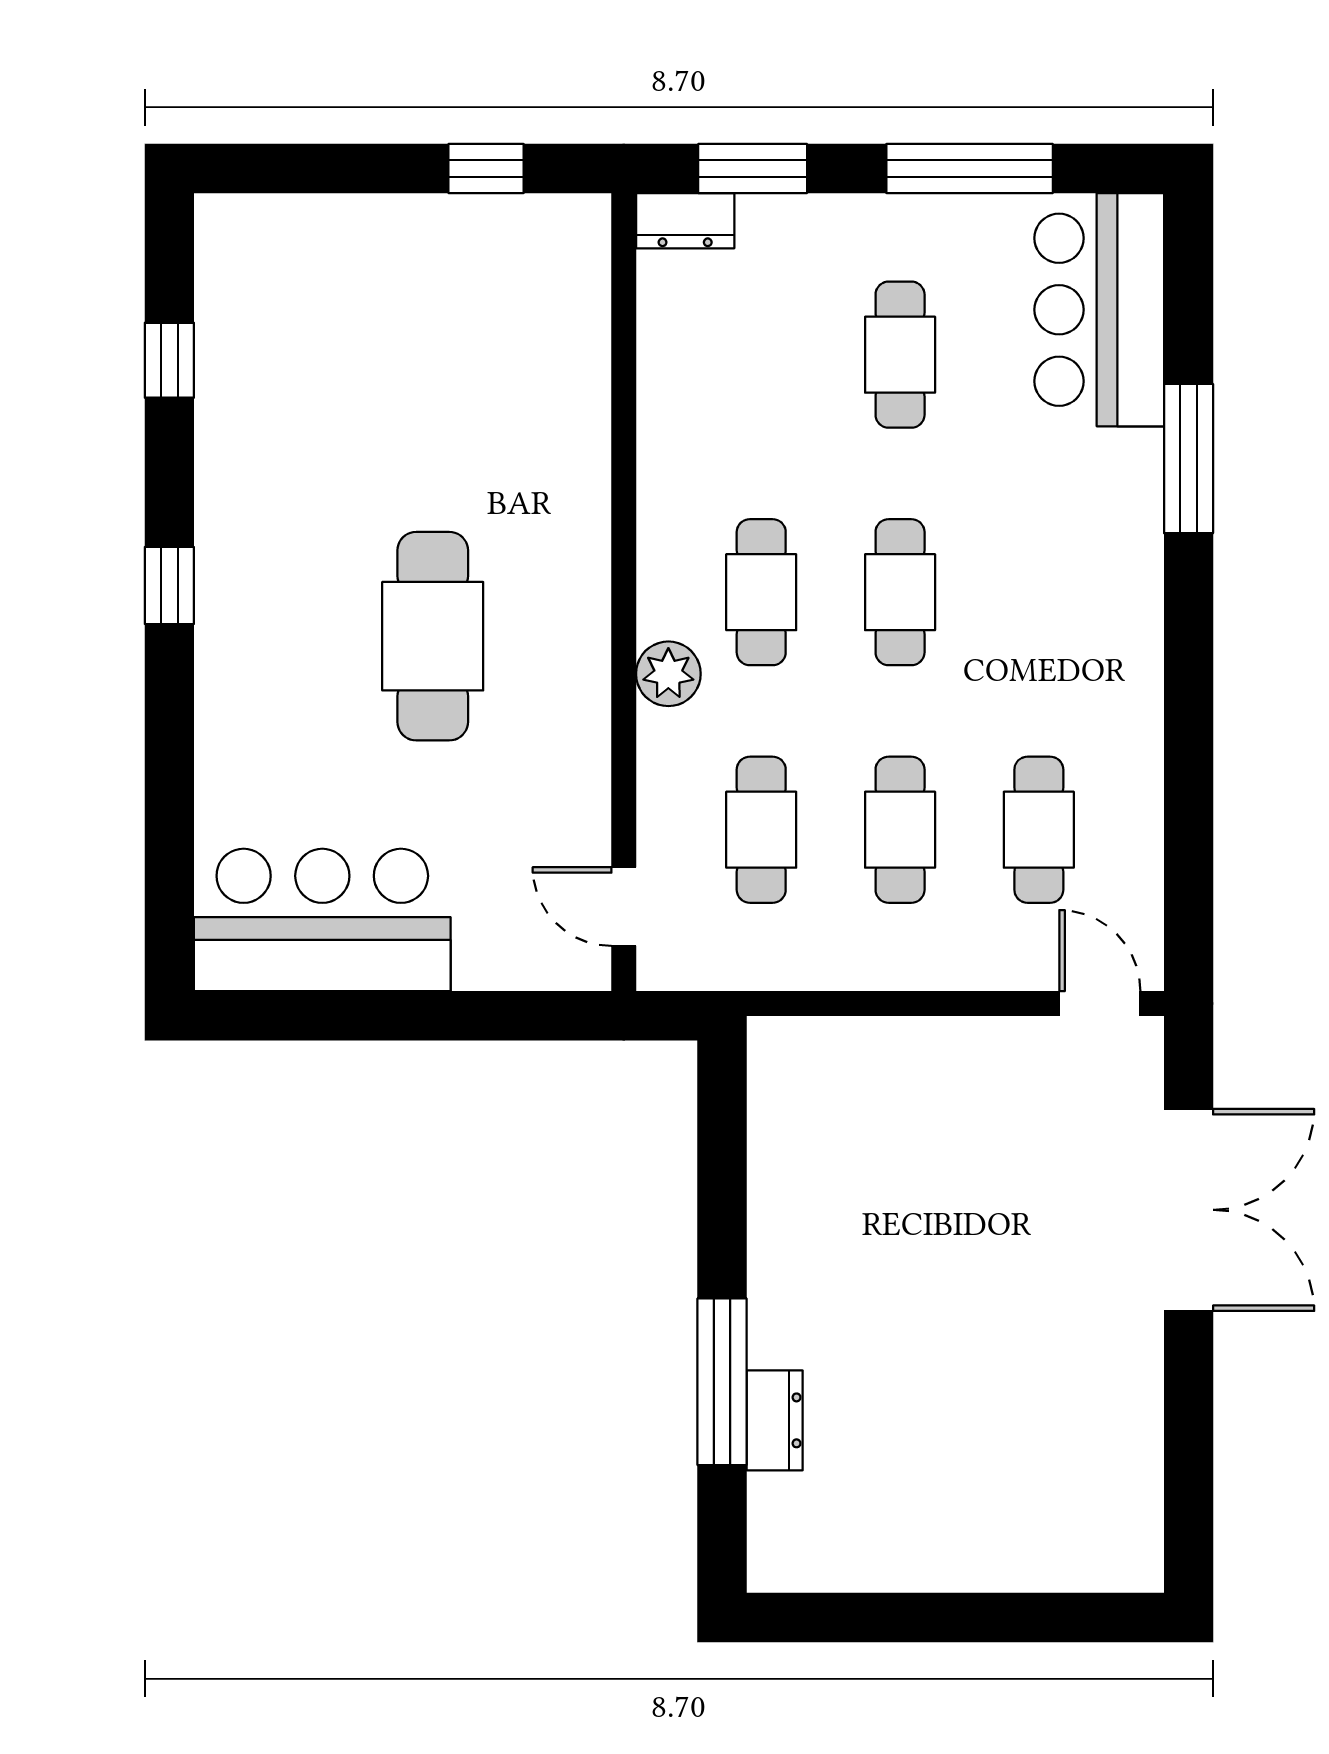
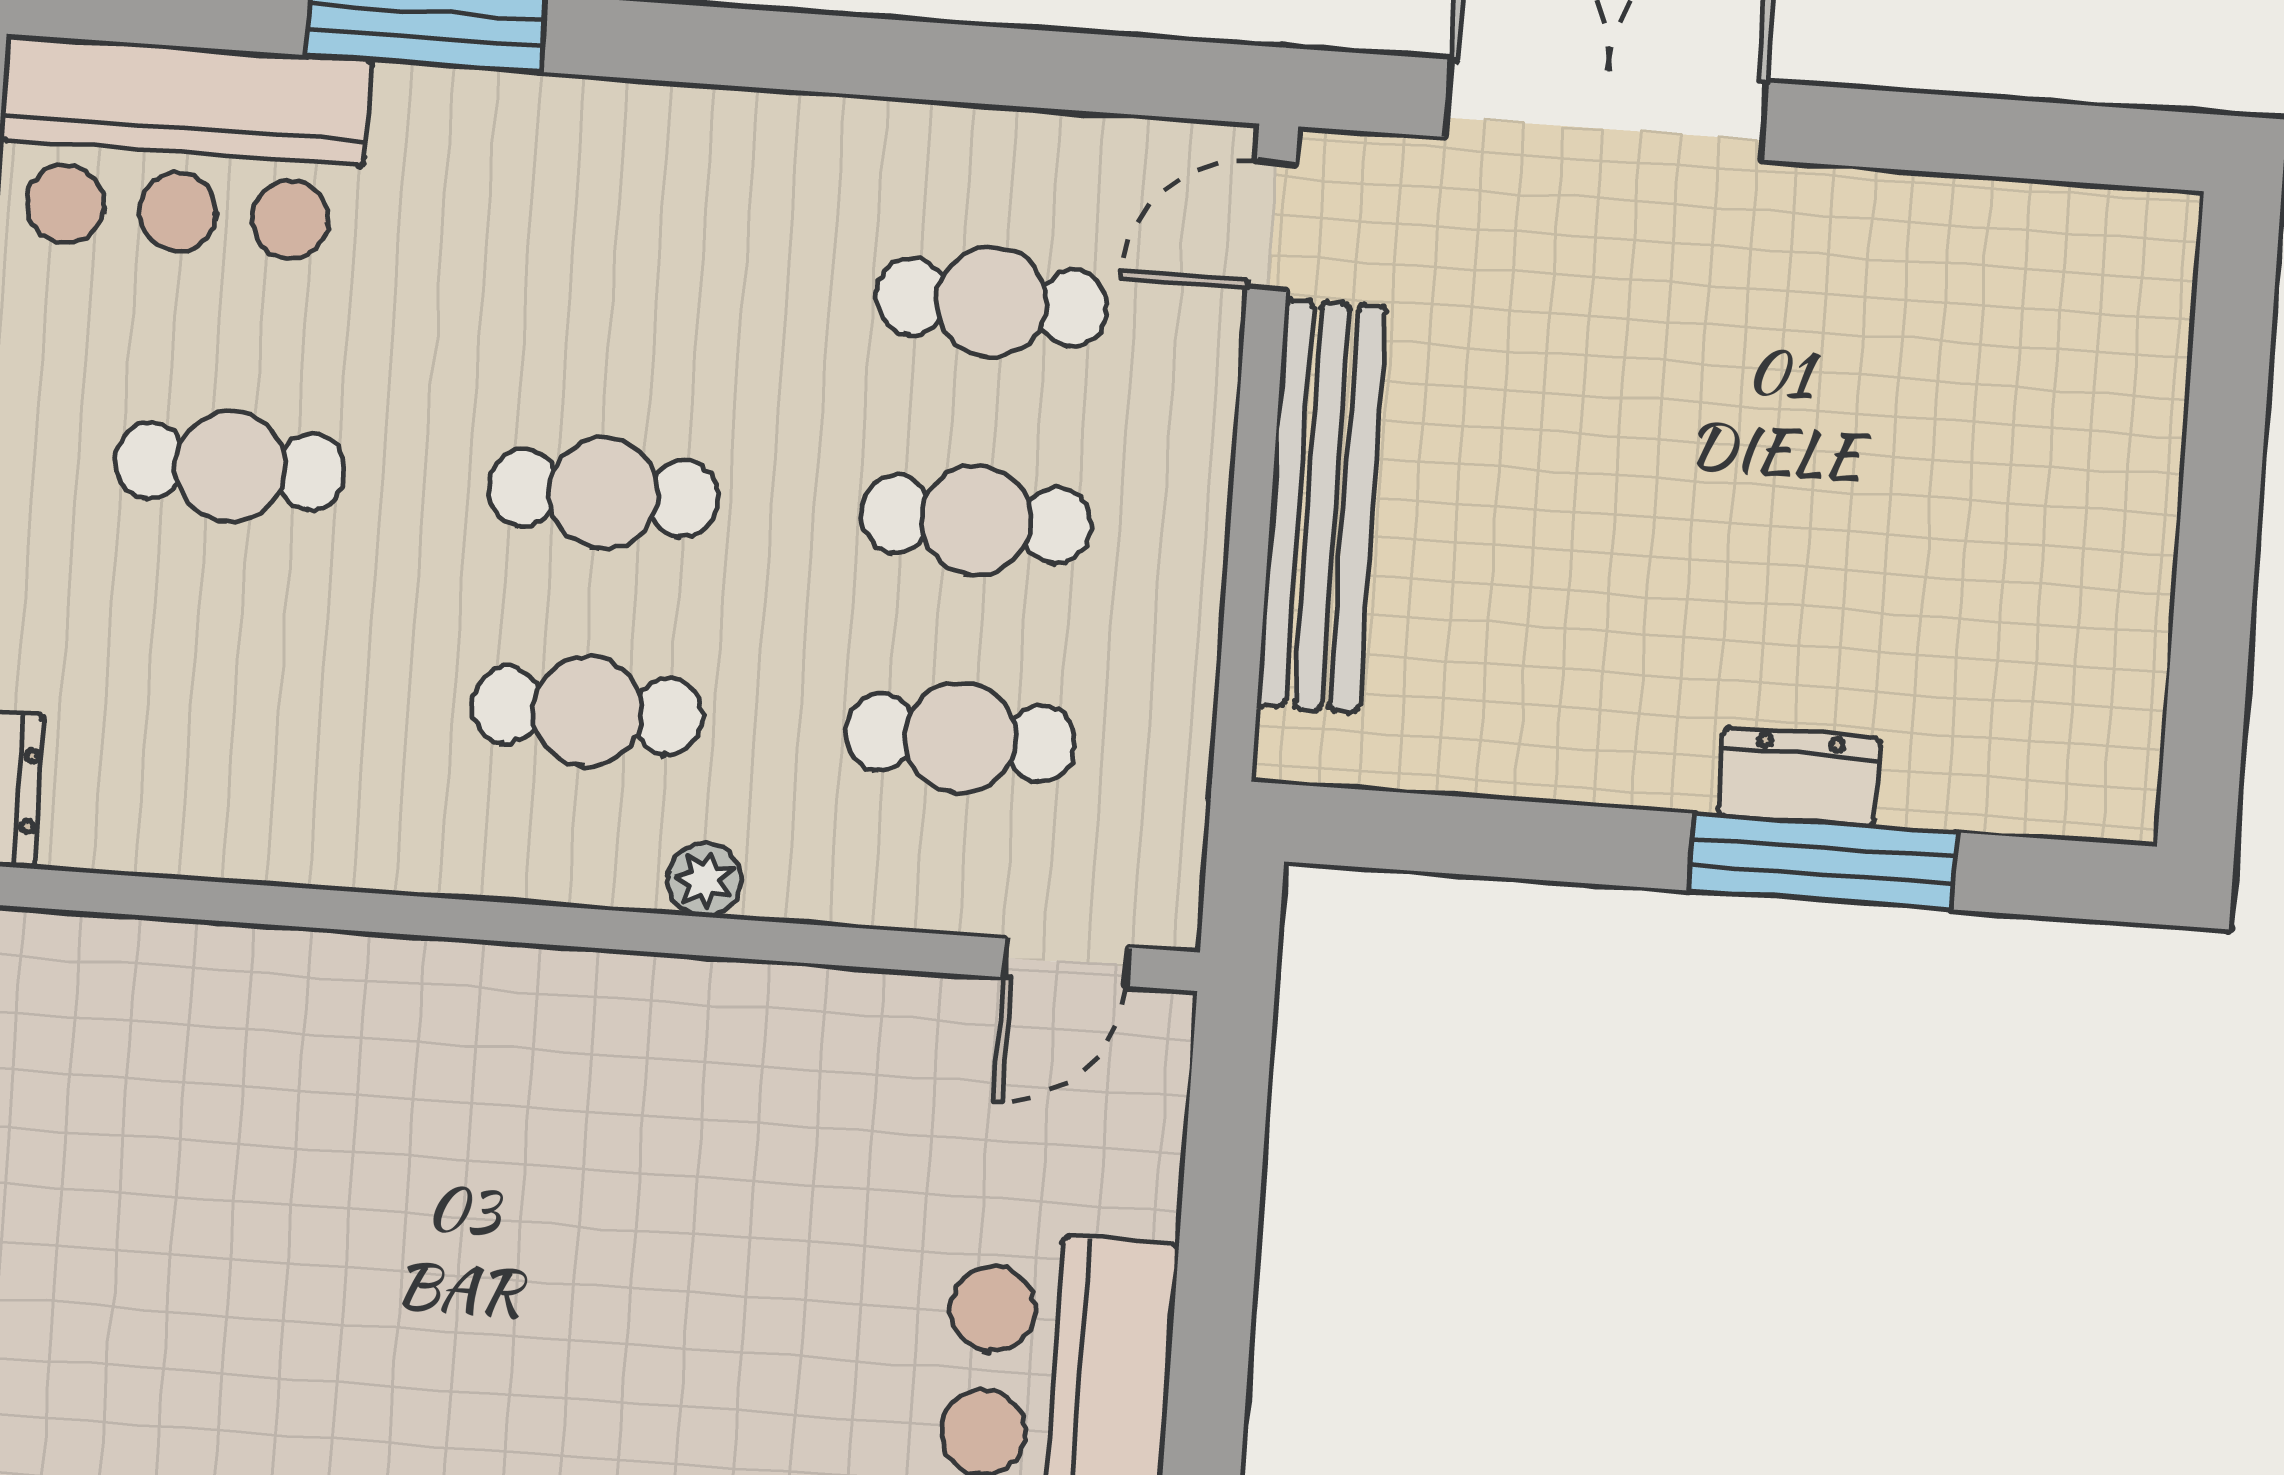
cafe table: (433, 636) -> (620, 1232), removed
plant: (668, 674) -> (704, 880), width x0.73, depth x0.73
bench: (924, 1048) -> (1322, 506), added
dresser: (775, 1420) -> (1799, 777), moved

